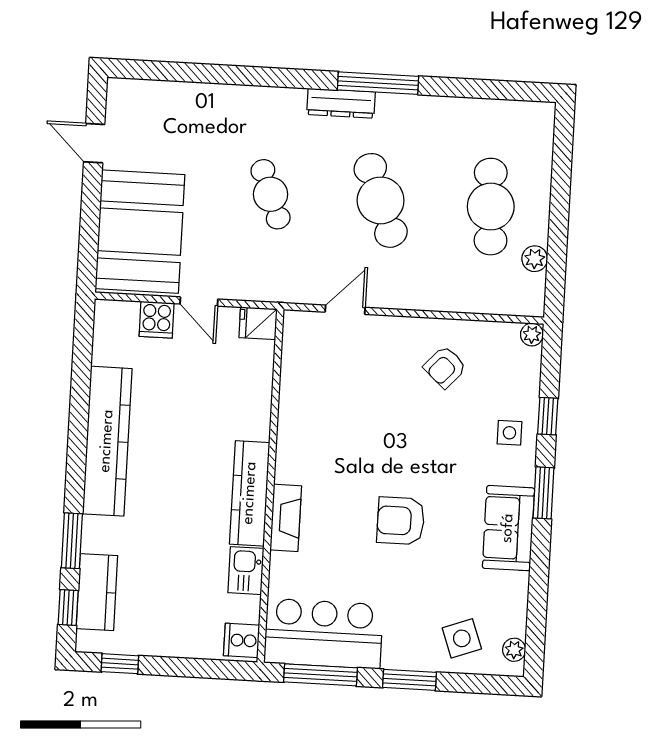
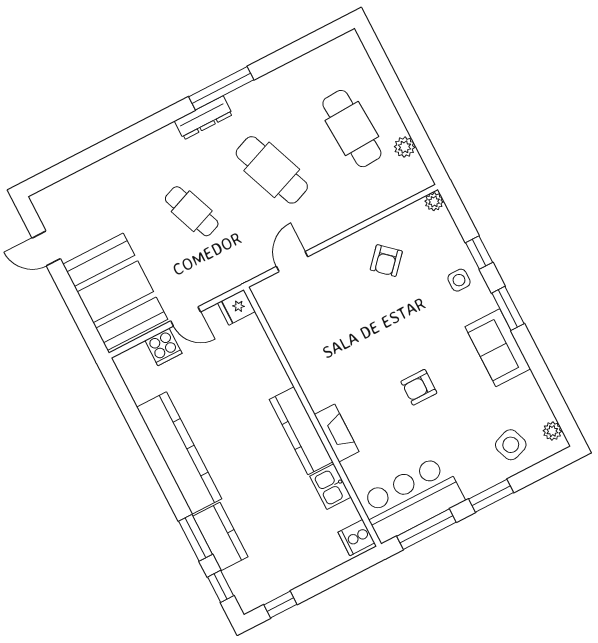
armchair: (401, 521) -> (419, 387), width x0.72, depth x0.72
kitchen counter: (97, 592) -> (220, 536), moved

